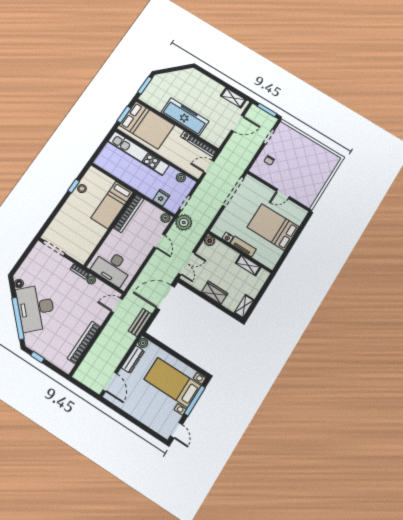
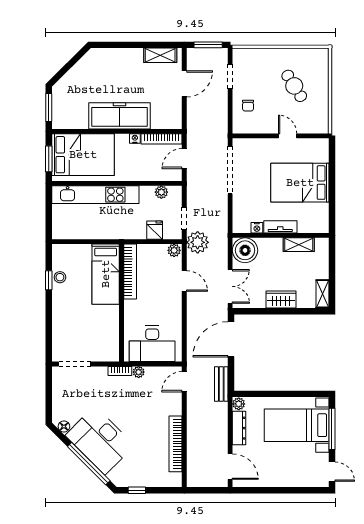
cafe table: (306, 167) -> (294, 86), added
door: (283, 194) -> (288, 136), swing flipped
boiler: (210, 241) -> (245, 250), width x1.86, depth x1.86

